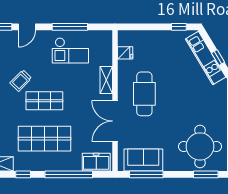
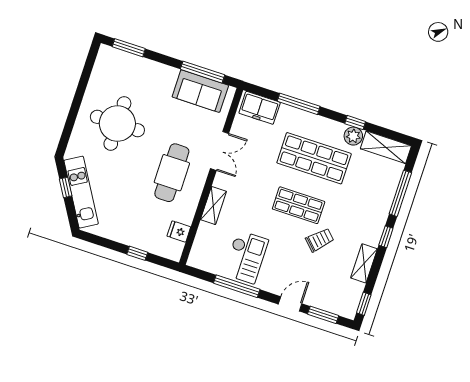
window: (179, 27) -> (137, 253), moved
checkout: (70, 50) -> (246, 257), turned 90
double door: (115, 121) -> (220, 151), width x0.73
round table: (200, 146) -> (117, 124), moved
plant: (21, 164) -> (353, 136), added
window: (69, 174) -> (299, 104), width x0.68

